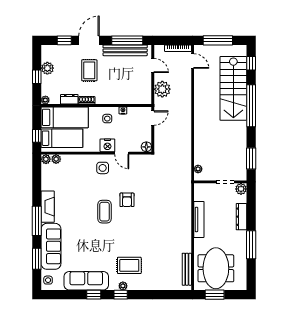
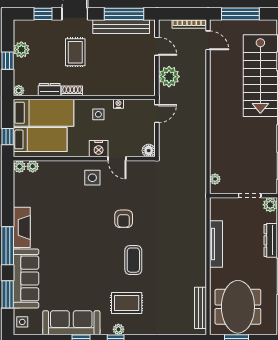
coffee table: (104, 212) -> (133, 260), moved

